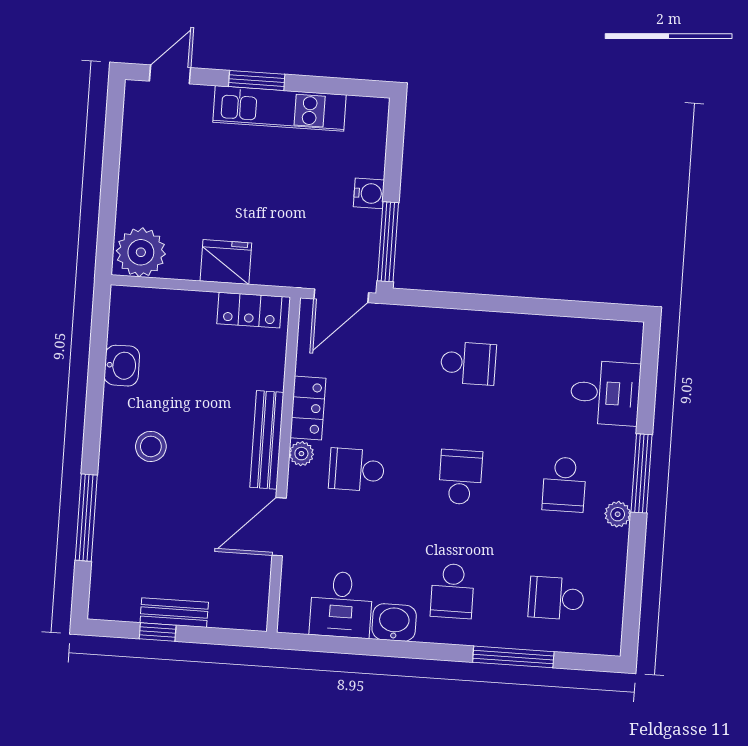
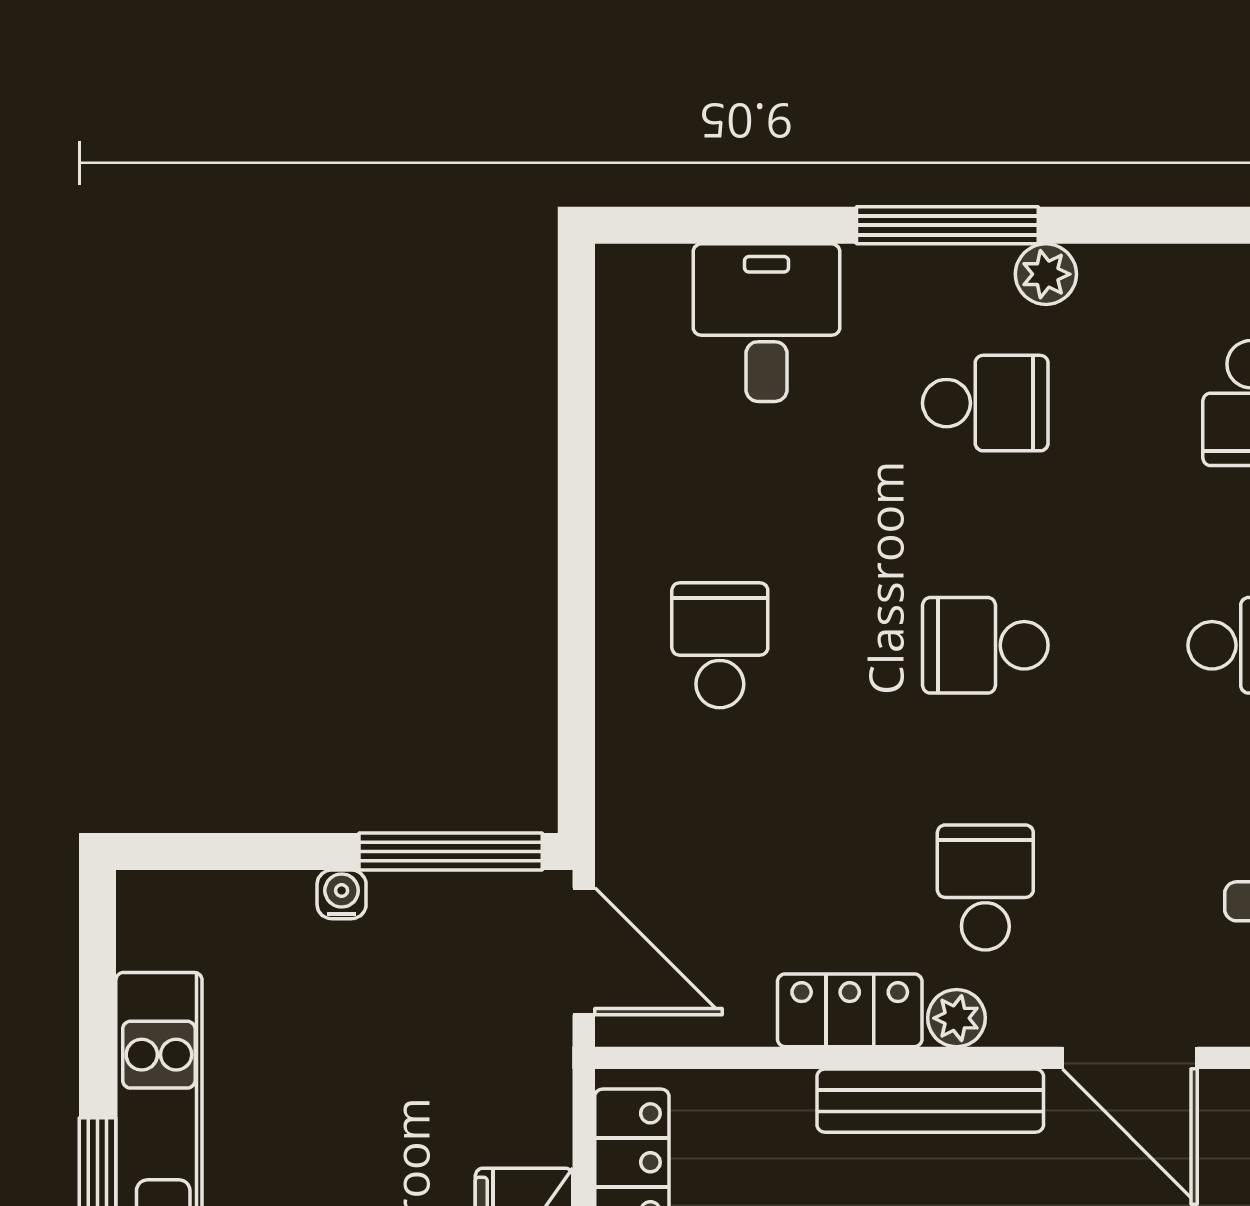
water cooler: (369, 193) -> (342, 894), width x0.72, depth x0.72
school desk: (357, 470) -> (985, 888), turned 180

